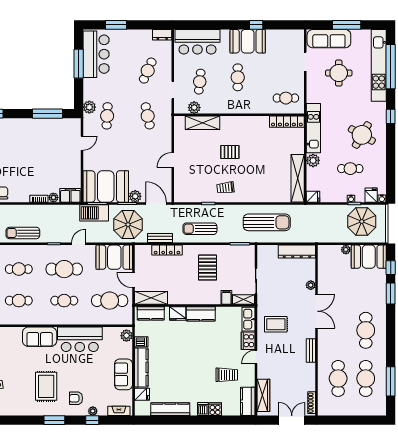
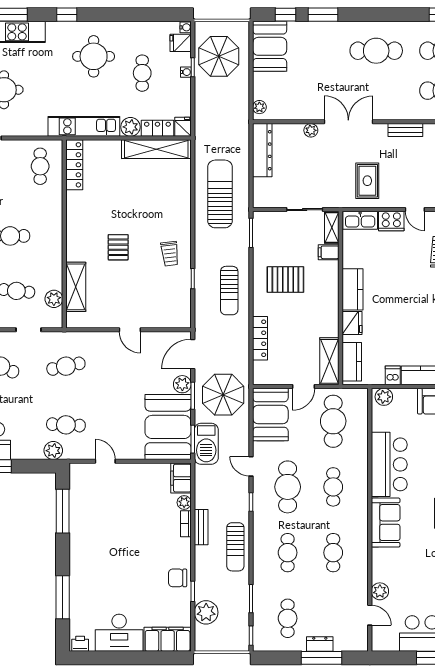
round table: (362, 135) -> (94, 56), turned -30
locker: (312, 179) -> (157, 128), added
bench: (160, 238) -> (201, 527), moved
plant: (346, 250) -> (259, 107), moved

